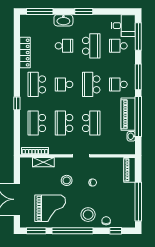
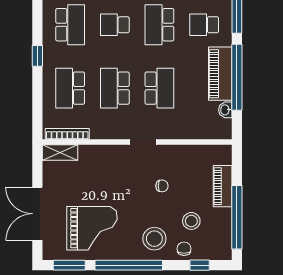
school desk: (37, 84) -> (70, 25), turned 180
shelving: (43, 162) -> (60, 152), moved
piano: (130, 170) -> (223, 186), moved
stool: (67, 180) -> (191, 221), moved

